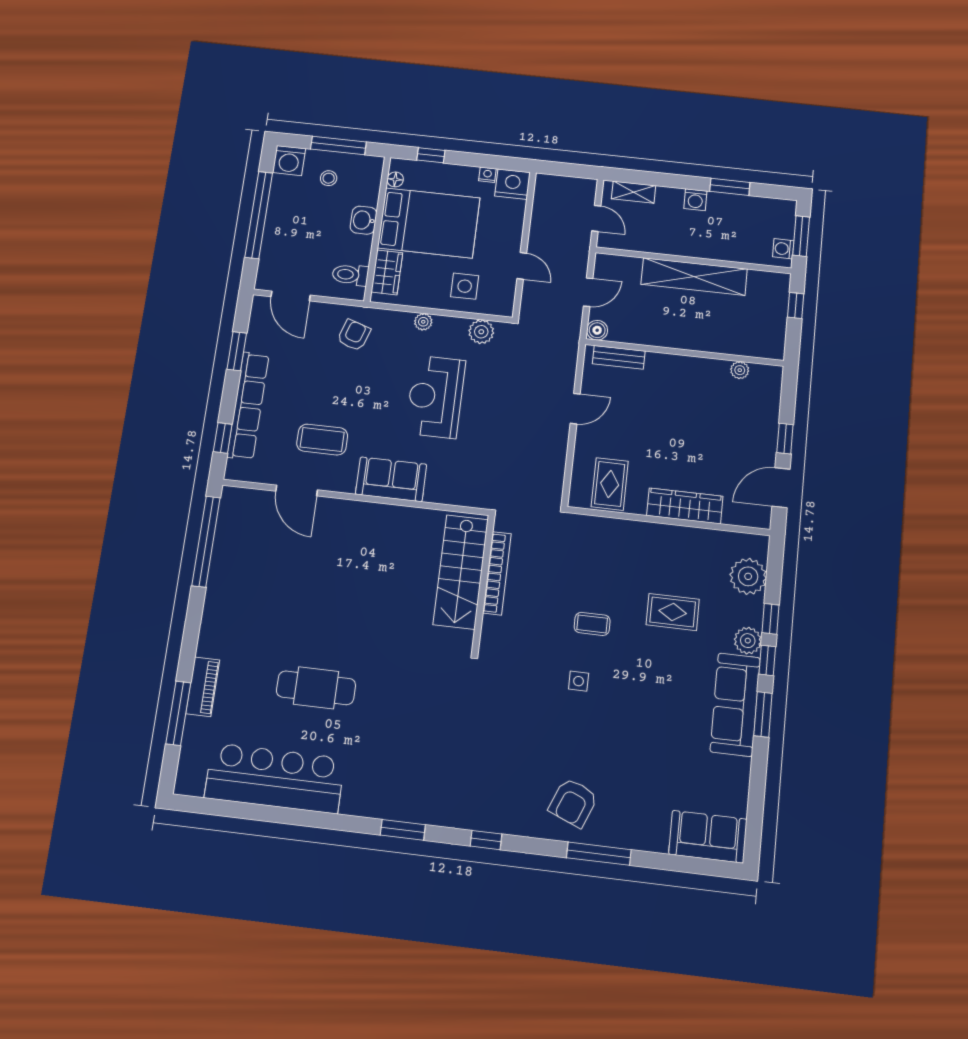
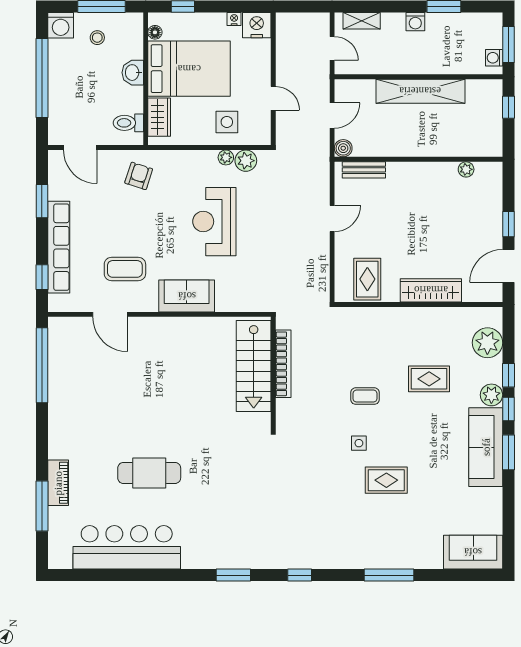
plant: (423, 322) -> (226, 157), moved
rug: (608, 732) -> (386, 480), added
armchair: (573, 803) -> (365, 538), removed

